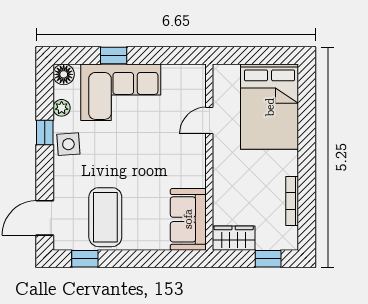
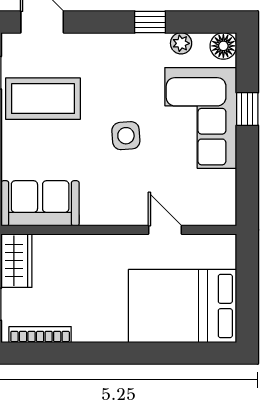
side table: (68, 144) -> (126, 136), moved
bookcase: (292, 201) -> (40, 335), moved

